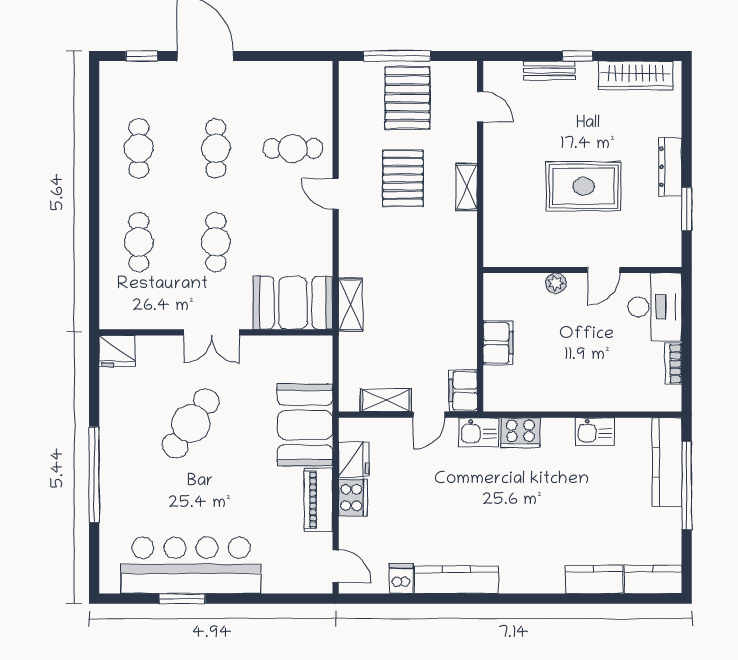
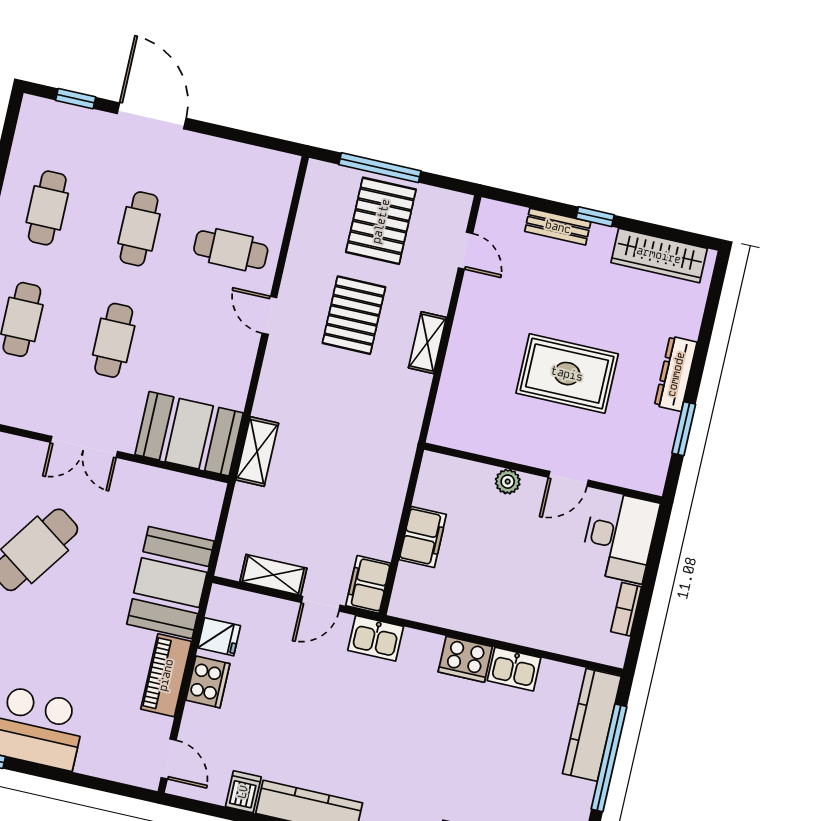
cooker: (520, 433) -> (465, 659), moved
fridge: (354, 459) -> (219, 637), width x0.72

